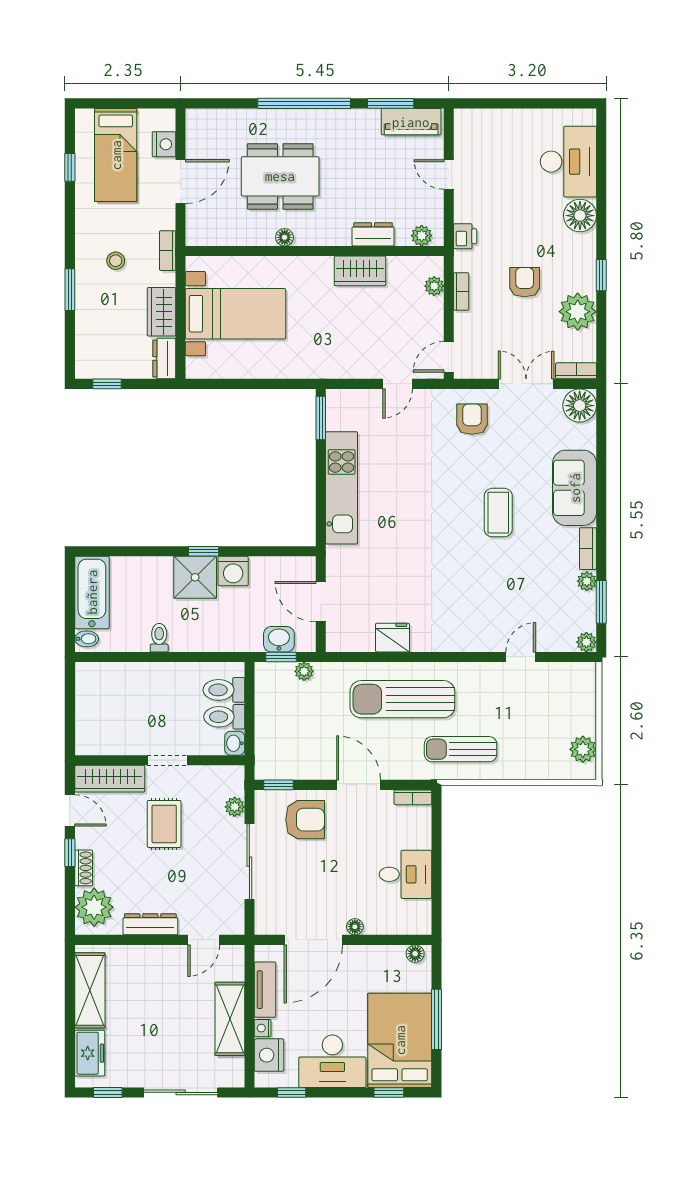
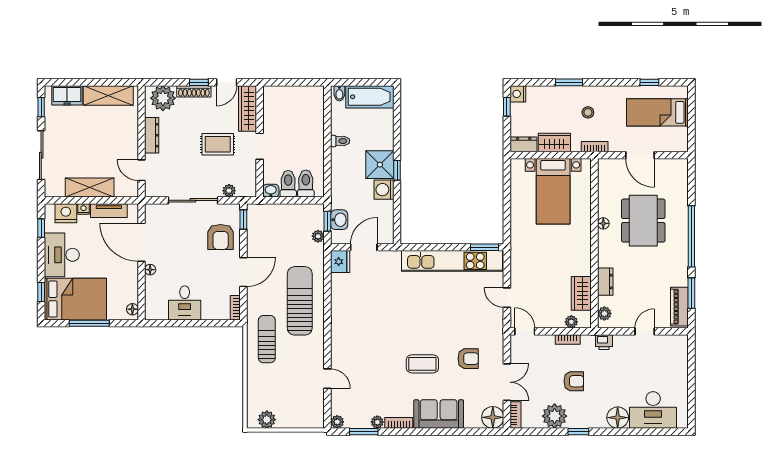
nightstand: (164, 144) -> (518, 94), moved, turned 90
wardrobe: (360, 271) -> (581, 293), moved
armchair: (472, 419) -> (468, 359), moved
kitchen unit: (342, 488) -> (452, 261), width x1.36
fridge: (393, 638) -> (340, 262), moved
shoe rack: (84, 868) -> (194, 91), width x1.43

